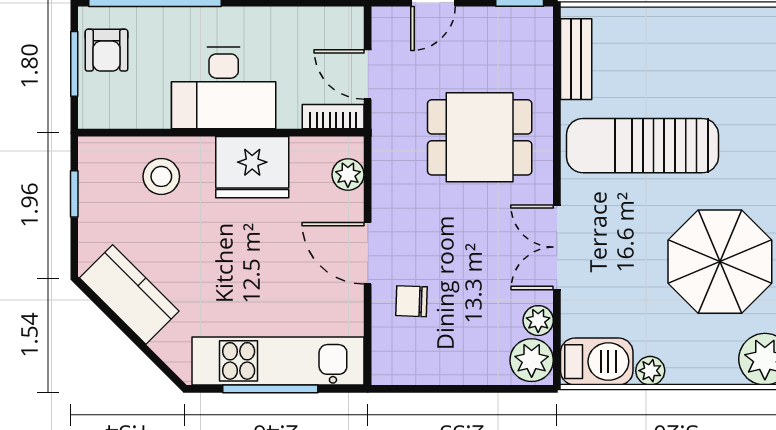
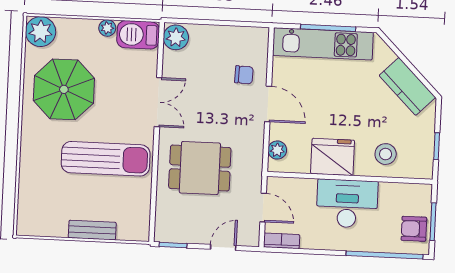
armchair: (107, 50) -> (414, 229), turned -90
bench: (576, 59) -> (92, 230), moved, turned 90
bookcase: (333, 117) -> (282, 241), moved, turned 180
plant: (538, 321) -> (171, 60), removed

